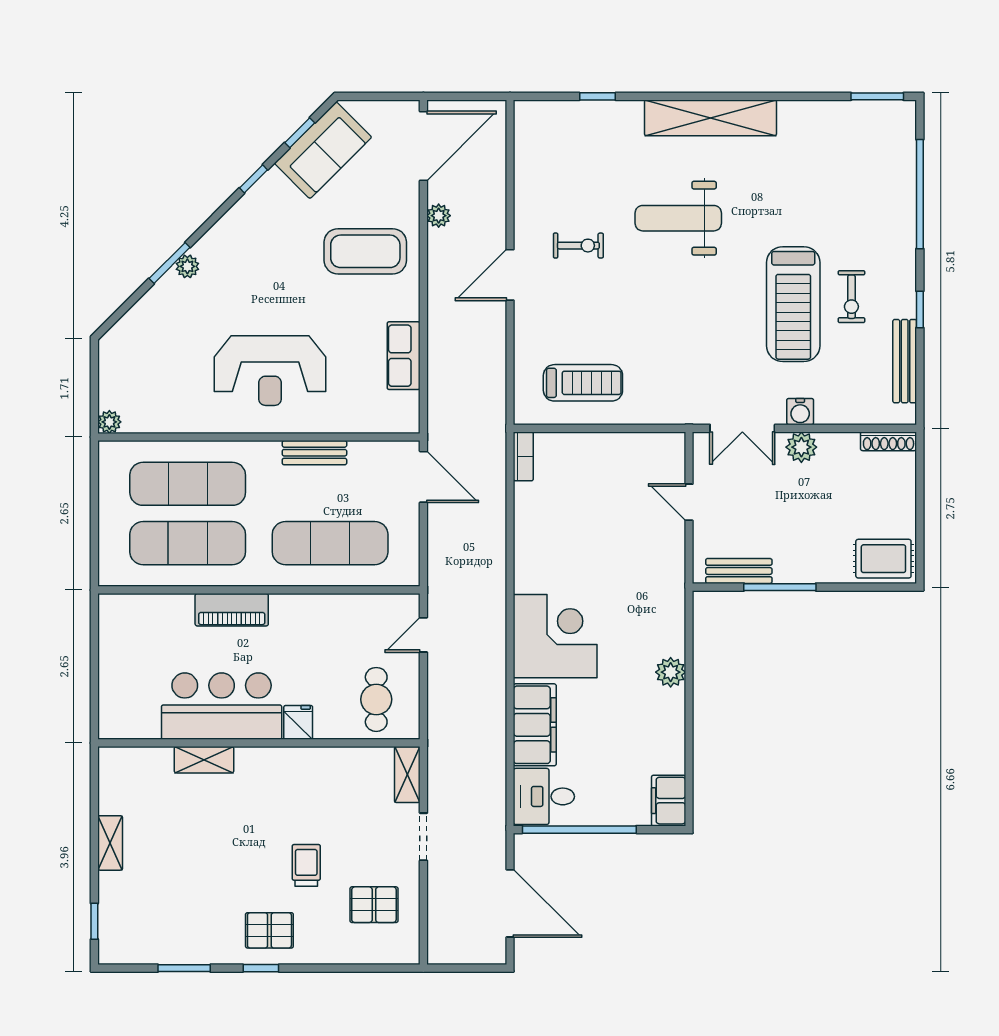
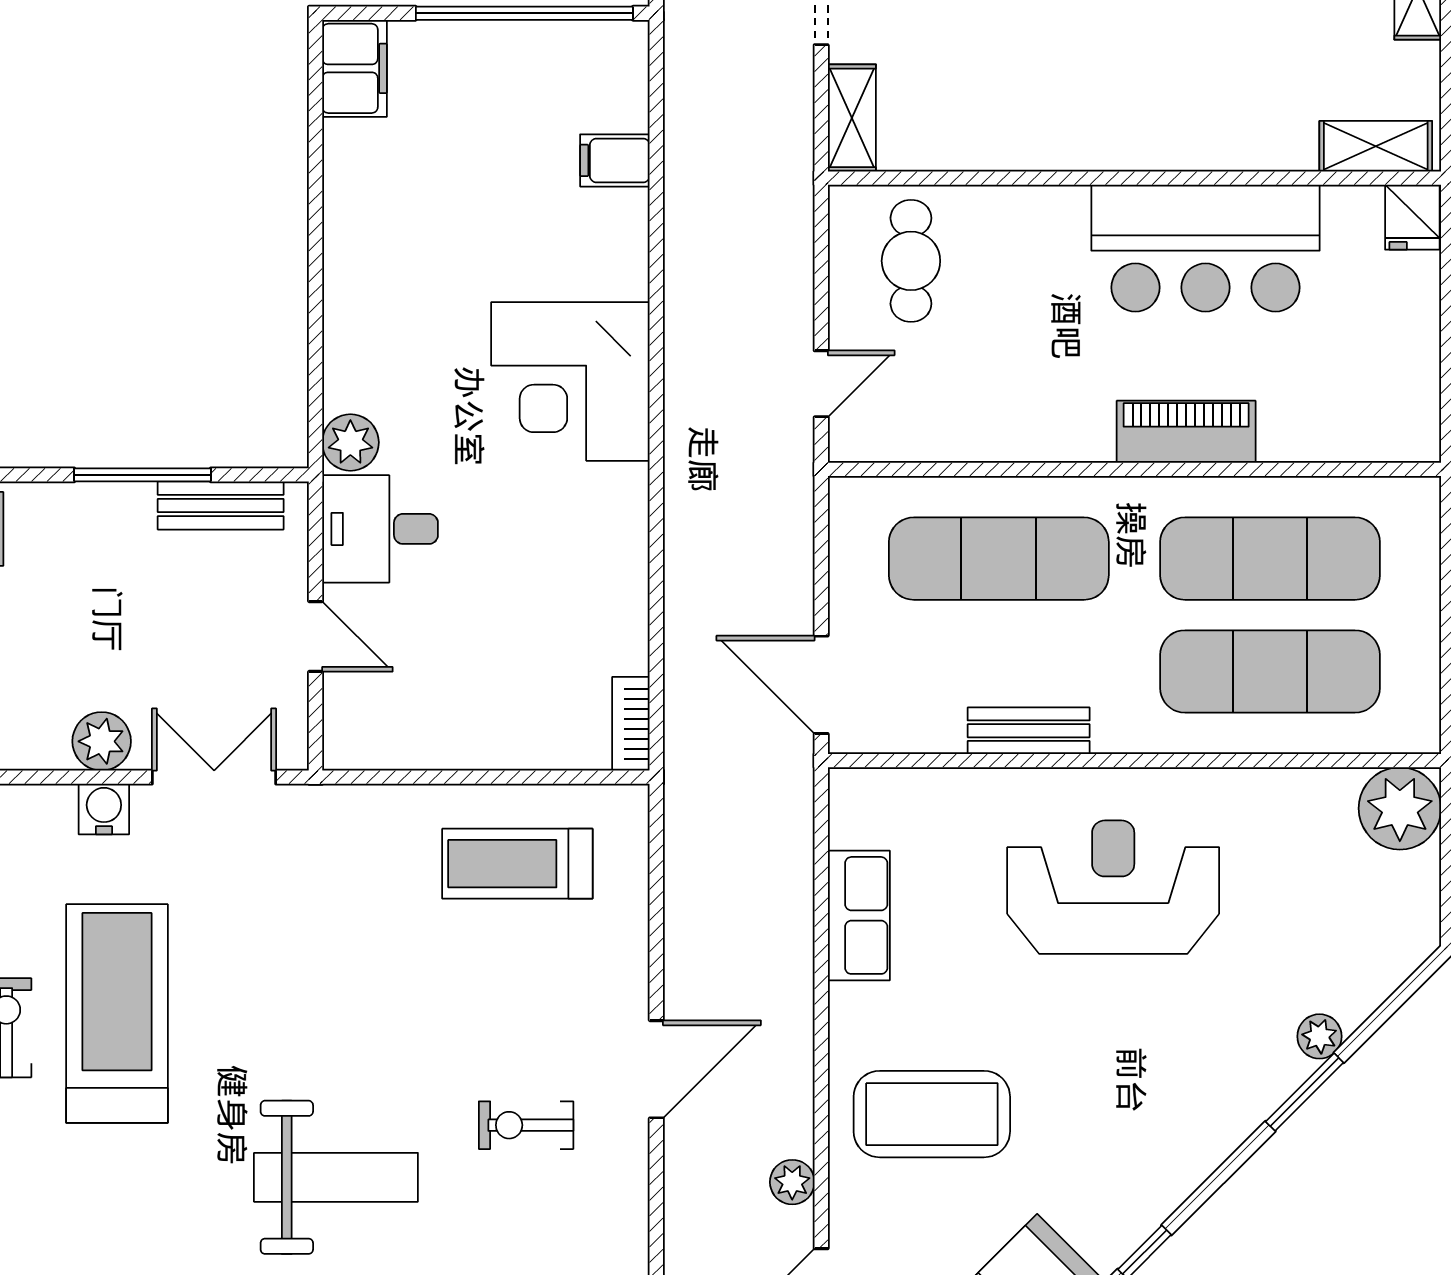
plant: (187, 266) -> (1319, 1036), moved
plant: (109, 422) -> (1400, 808), width x1.88, depth x1.88
plant: (671, 672) -> (350, 442), moved
fridge: (298, 722) -> (1412, 217), moved
filing cabinet: (535, 725) -> (615, 160), width x0.33, depth x0.86
shelving: (204, 760) -> (1376, 146), moved
desk: (544, 796) -> (380, 529), moved, turned 180

